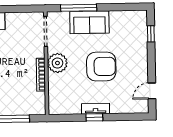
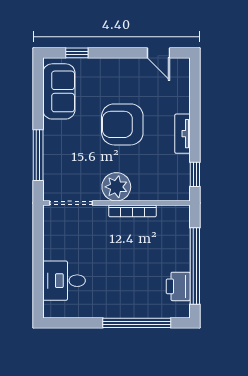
sofa: (89, 22) -> (59, 91), moved
armchair: (101, 66) -> (122, 124), turned -90
window: (94, 117) -> (195, 174), moved

